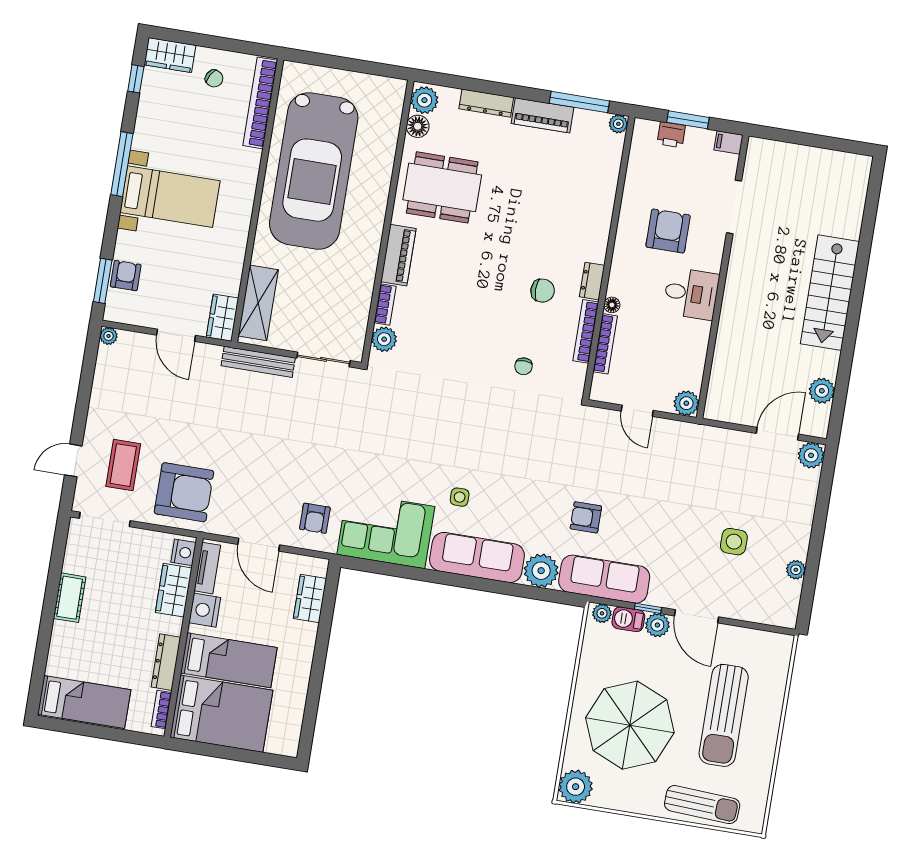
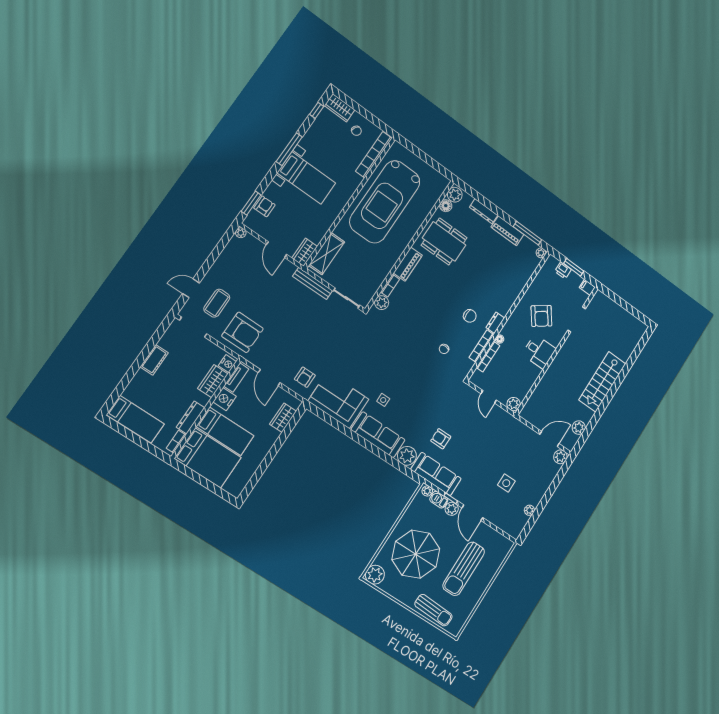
armchair: (668, 231) -> (541, 316), turned 144

